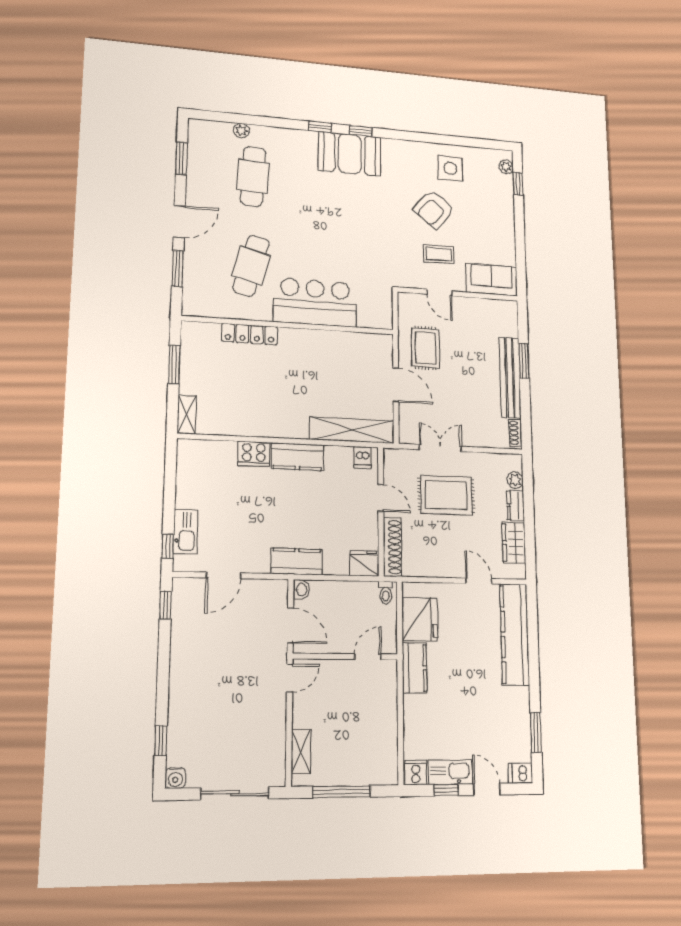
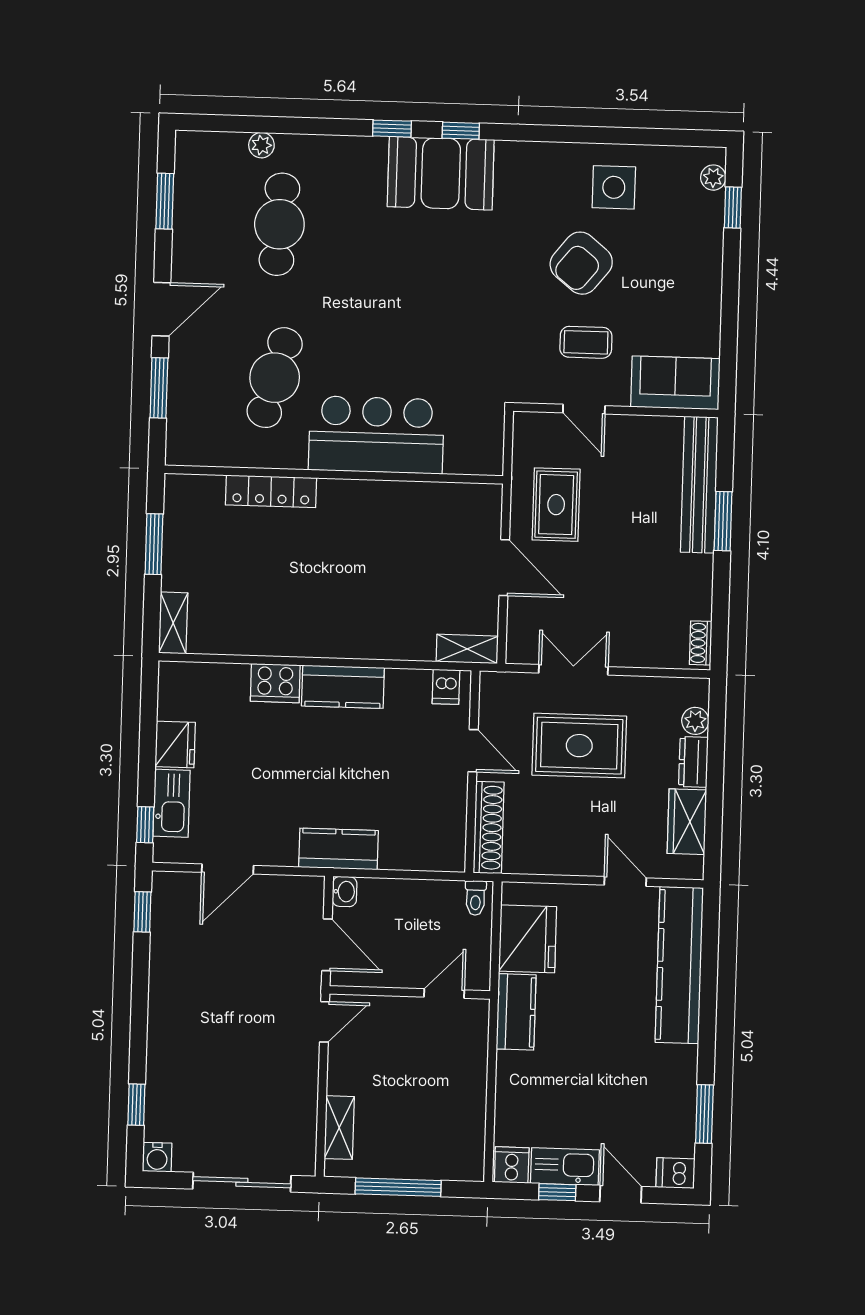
bench: (510, 378) -> (699, 485), moved
shelving: (352, 430) -> (467, 649), width x0.45, depth x0.75
fridge: (364, 563) -> (175, 745), moved, turned 90

